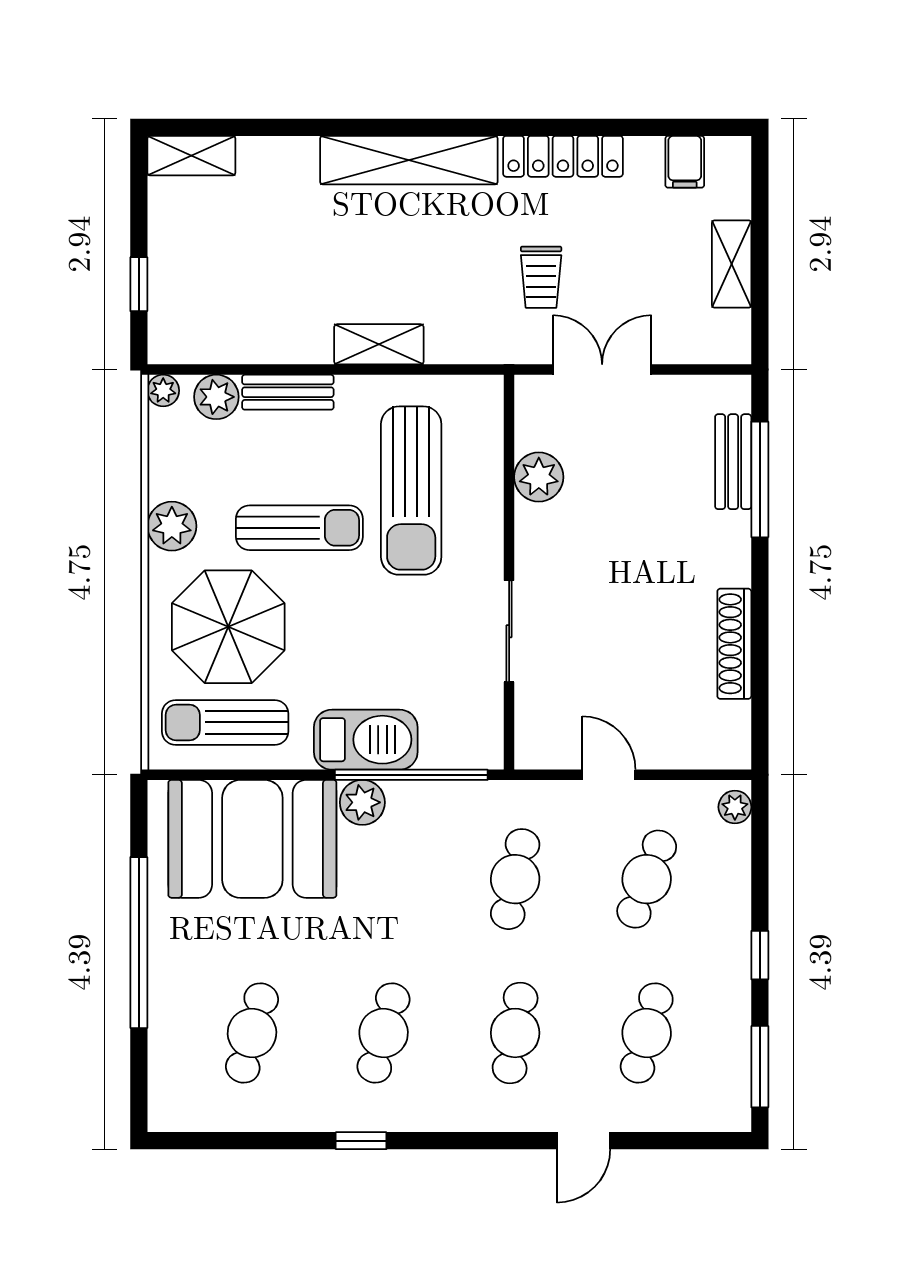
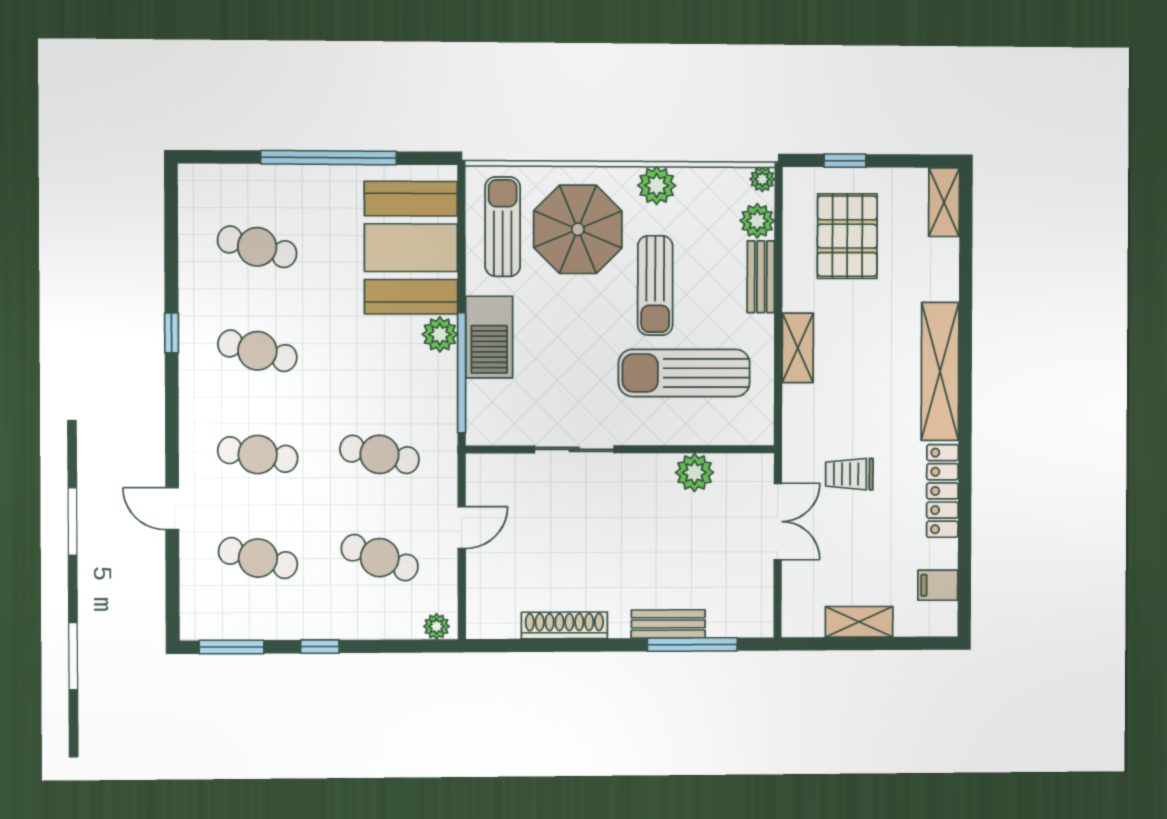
pallet: (236, 281) -> (847, 236), added
bench: (733, 462) -> (668, 624), moved

